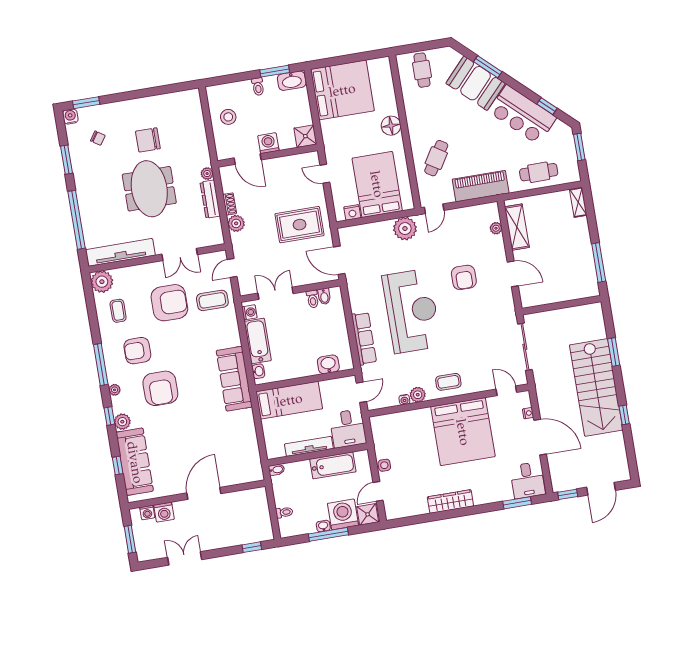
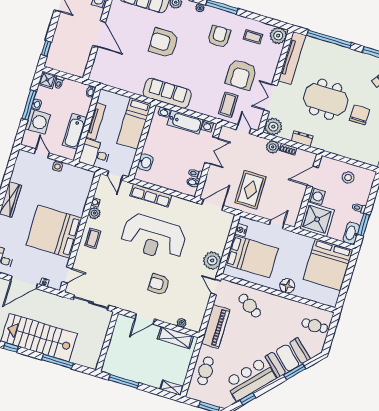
shower: (305, 136) -> (317, 219), width x1.86, depth x1.86
plant: (207, 174) -> (273, 127), moved, width x1.87, depth x1.87
dresser: (210, 199) -> (302, 139), width x0.70
window: (614, 352) -> (57, 361), width x1.44
armchair: (160, 388) -> (164, 43), moved
shower: (368, 514) -> (47, 80), moved

